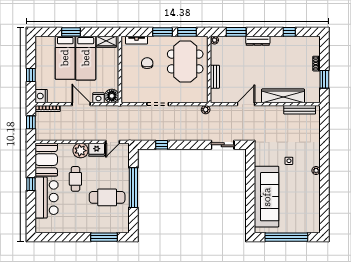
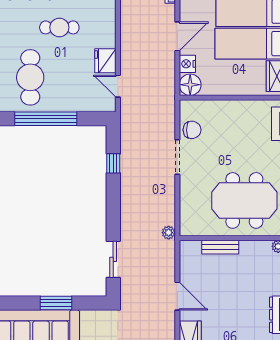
chair: (147, 63) -> (192, 130), moved
plant: (81, 151) -> (104, 35), removed
window: (250, 181) -> (56, 303), added

